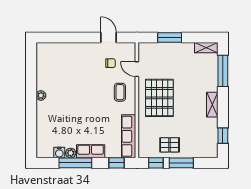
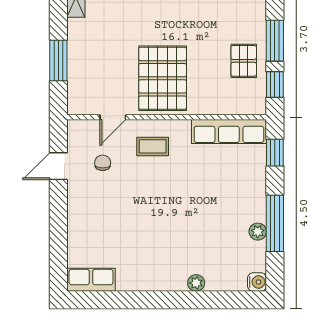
plant: (41, 95) -> (196, 283), moved
pallet: (159, 98) -> (163, 78), turned 90
row of seats: (91, 151) -> (91, 280), moved, turned 90
water cooler: (59, 153) -> (257, 282), moved

